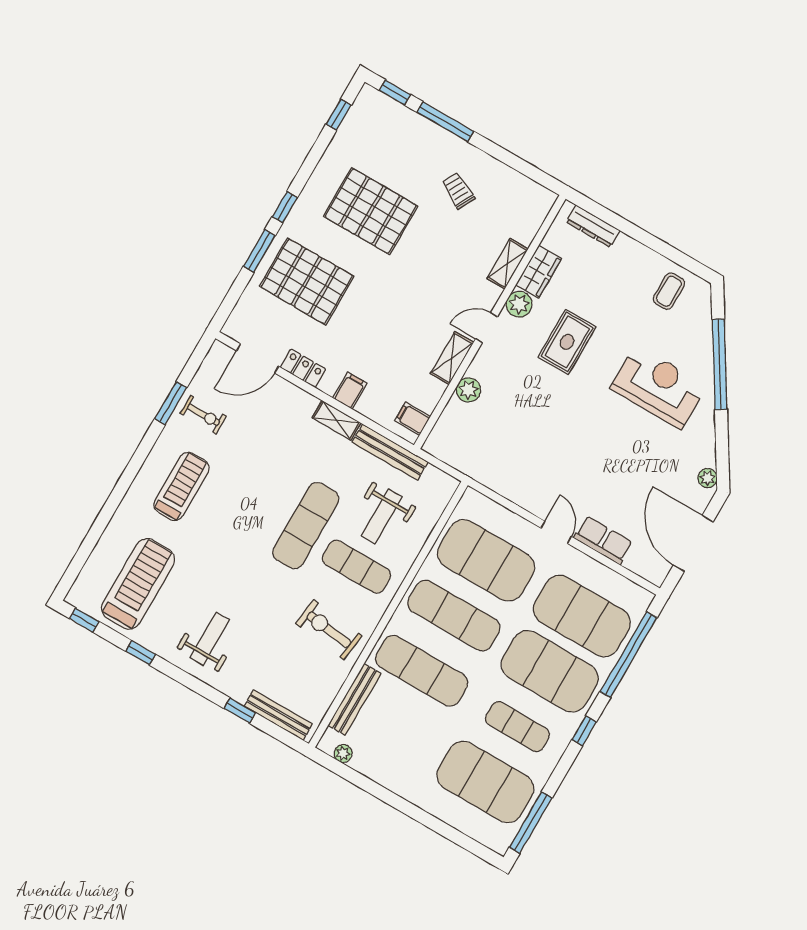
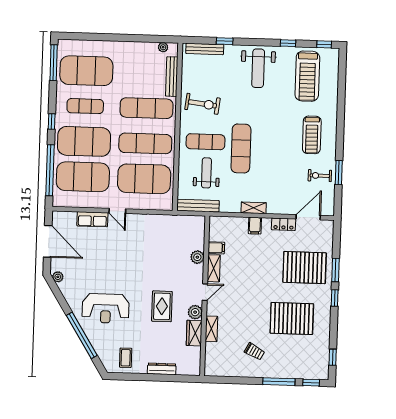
dresser: (593, 226) -> (162, 369), moved
filing cabinet: (413, 419) -> (216, 248), moved
bench: (390, 452) -> (198, 206), moved
weight bench: (210, 639) -> (258, 68), width x1.36, depth x1.33

